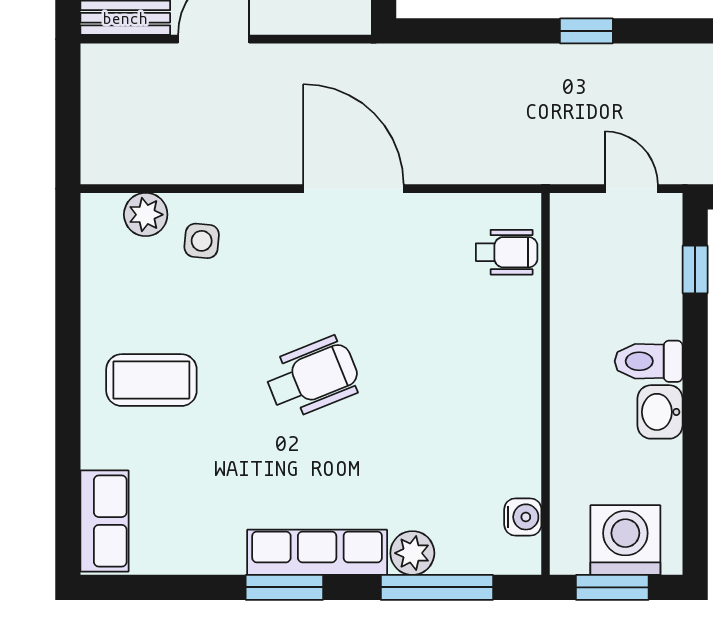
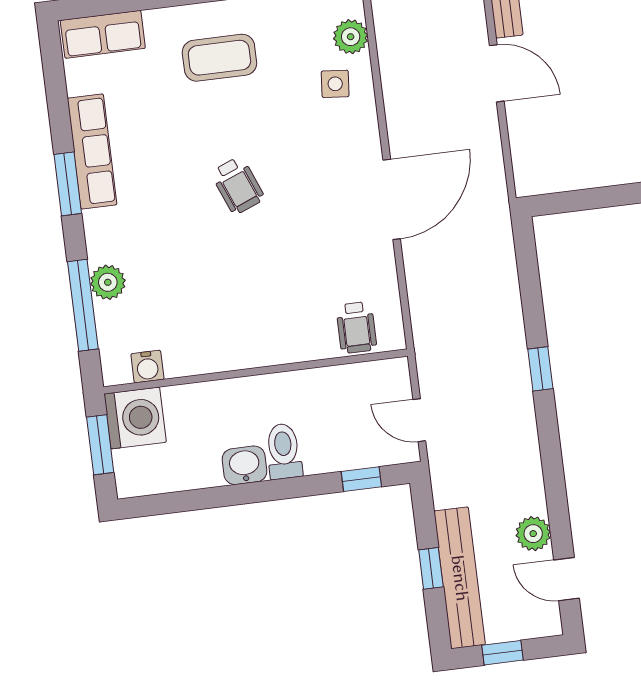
door: (631, 189) -> (419, 420), swing flipped
wheelchair: (312, 377) -> (238, 185), width x0.73, depth x0.73
coffee table: (151, 380) -> (219, 58), turned 90
washing machine: (625, 540) -> (135, 418), moved
row of seats: (317, 552) -> (92, 151), moved

